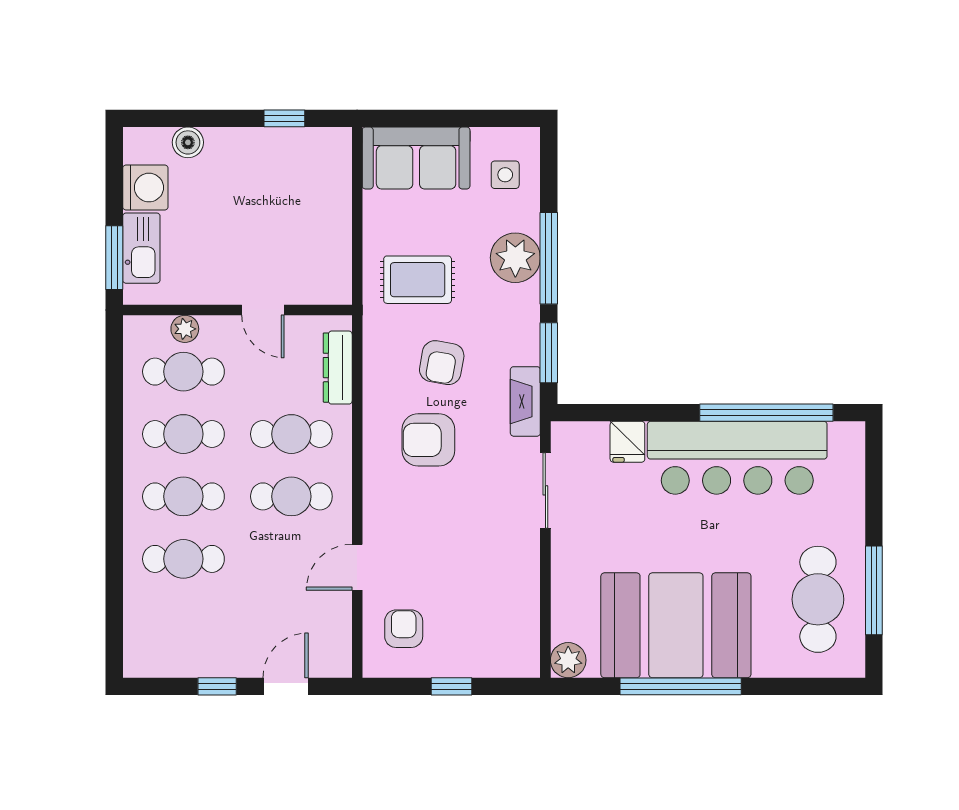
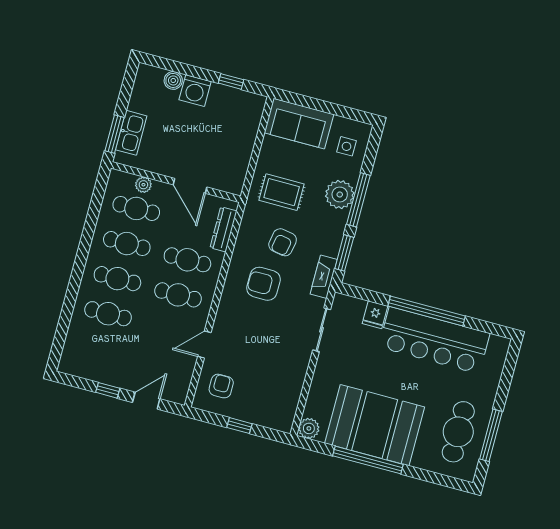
washing machine: (145, 188) -> (195, 91), moved, turned 90
door: (263, 310) -> (190, 186), width x1.38
window: (766, 413) -> (427, 311), moved

